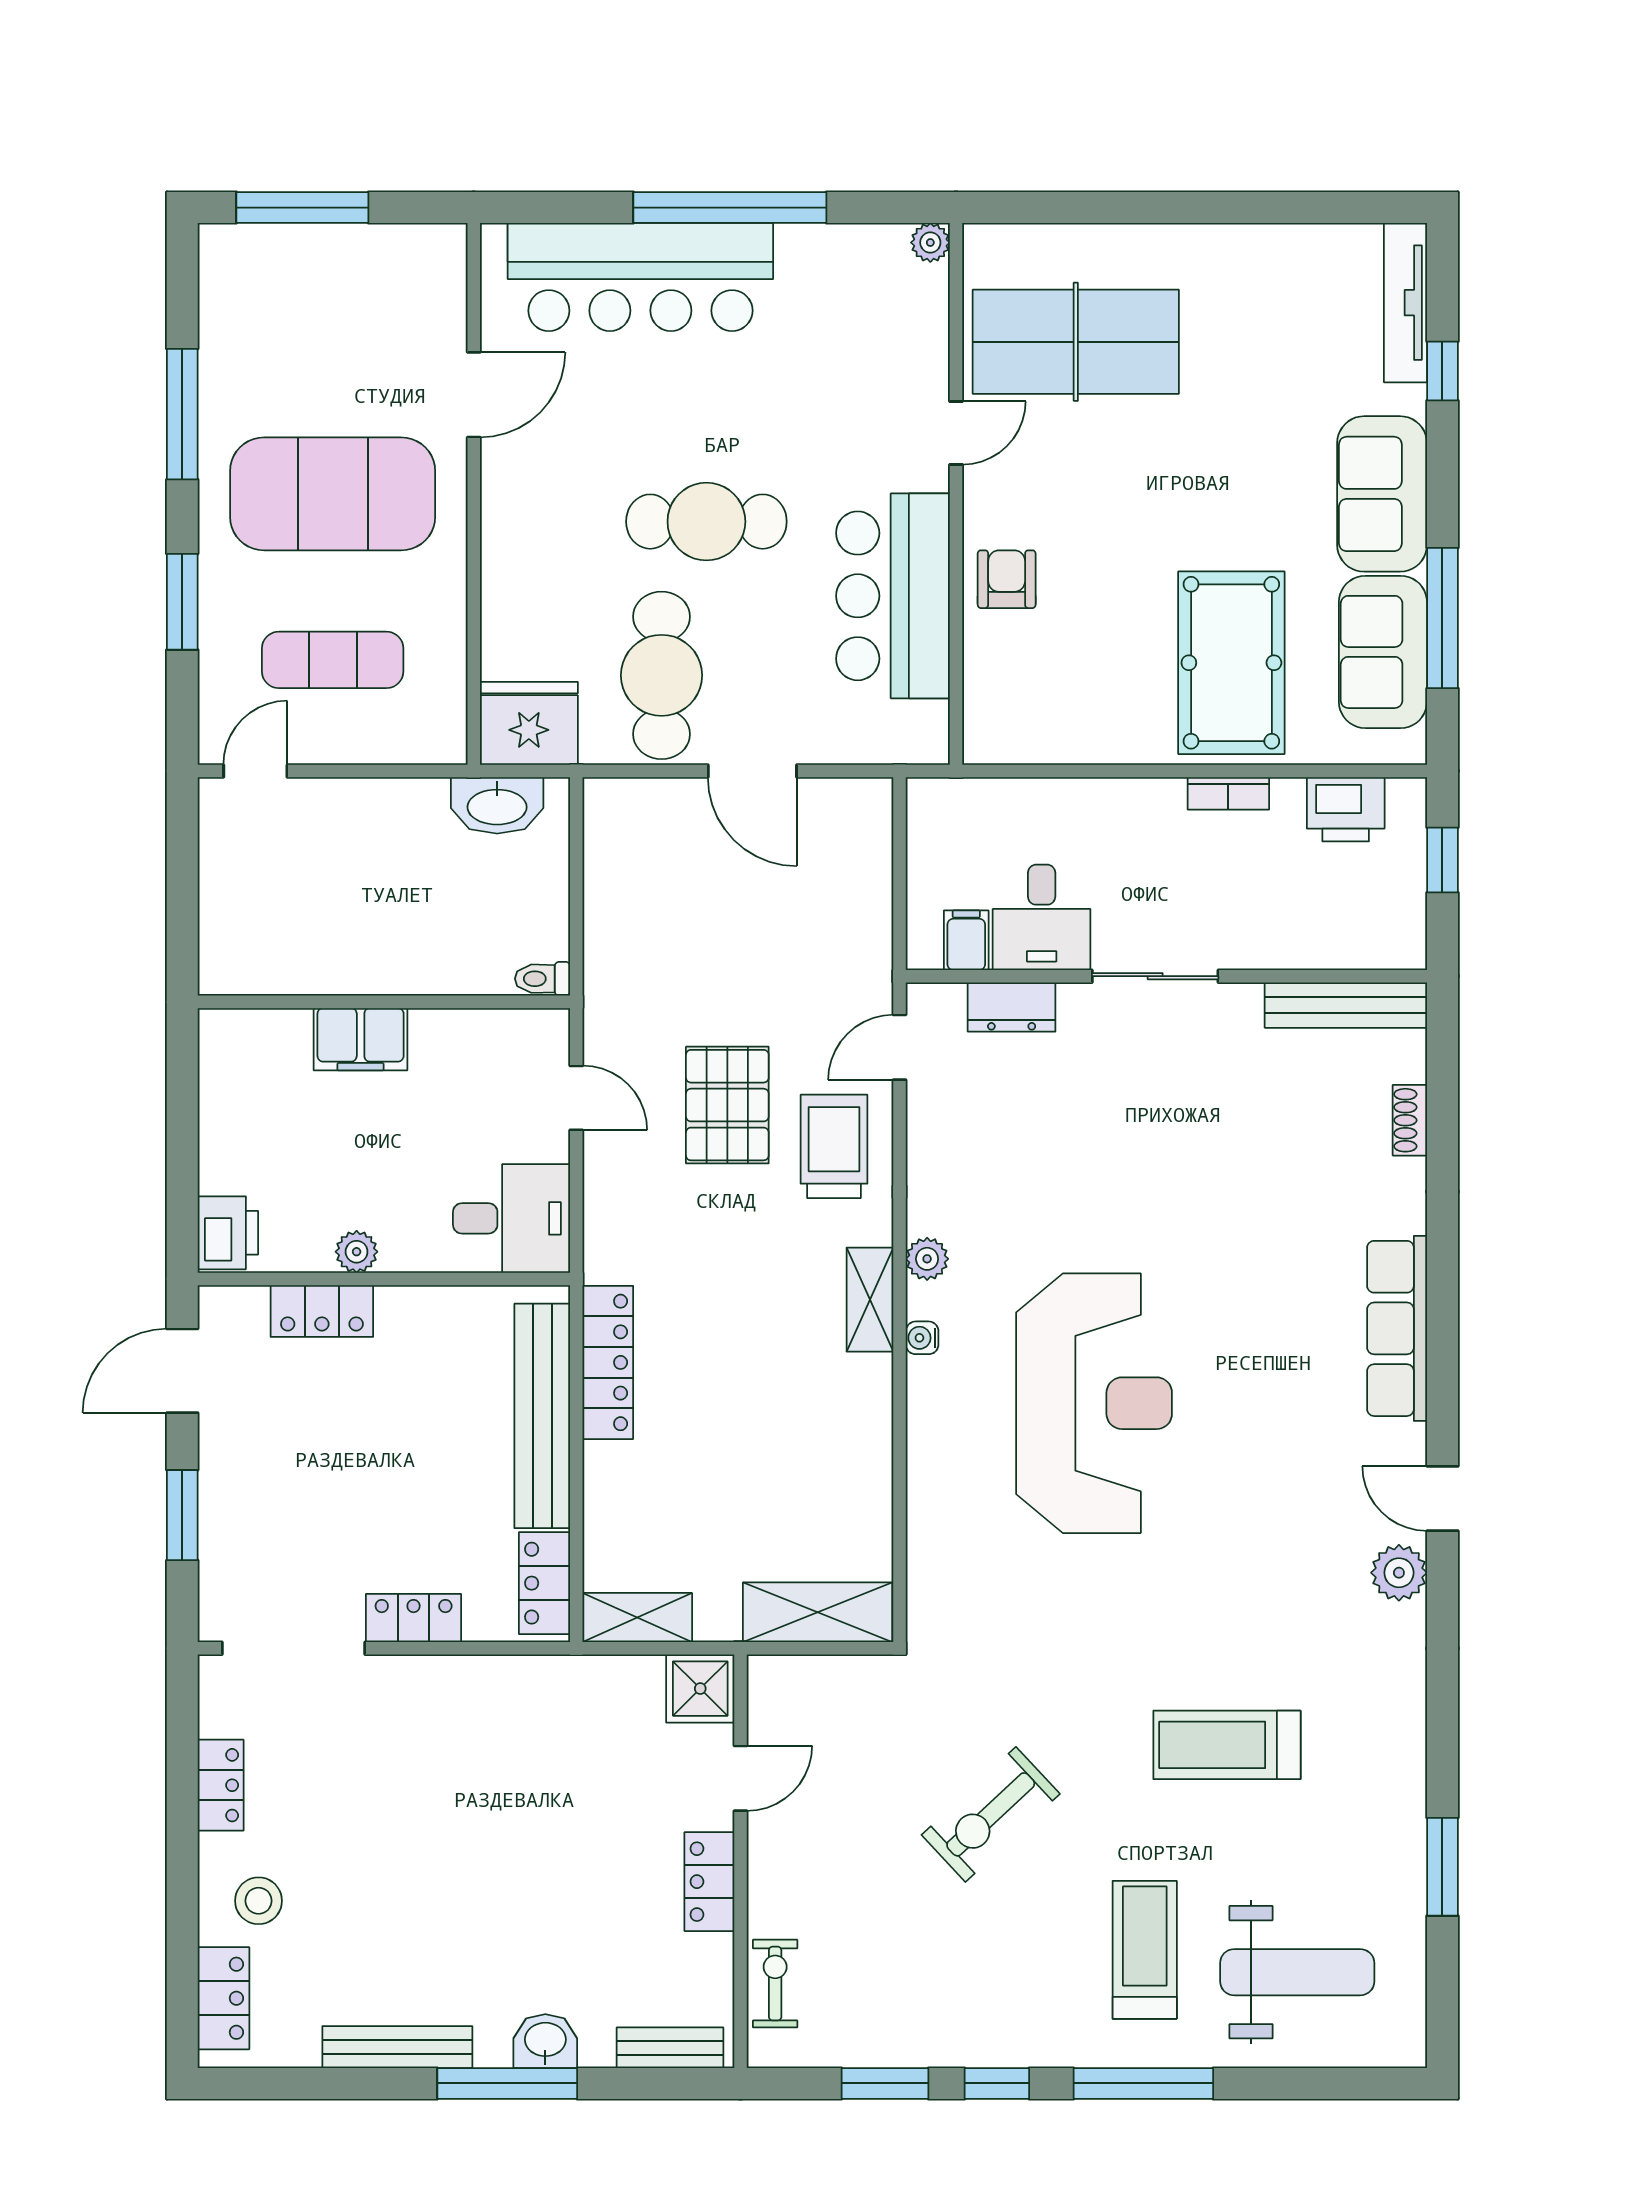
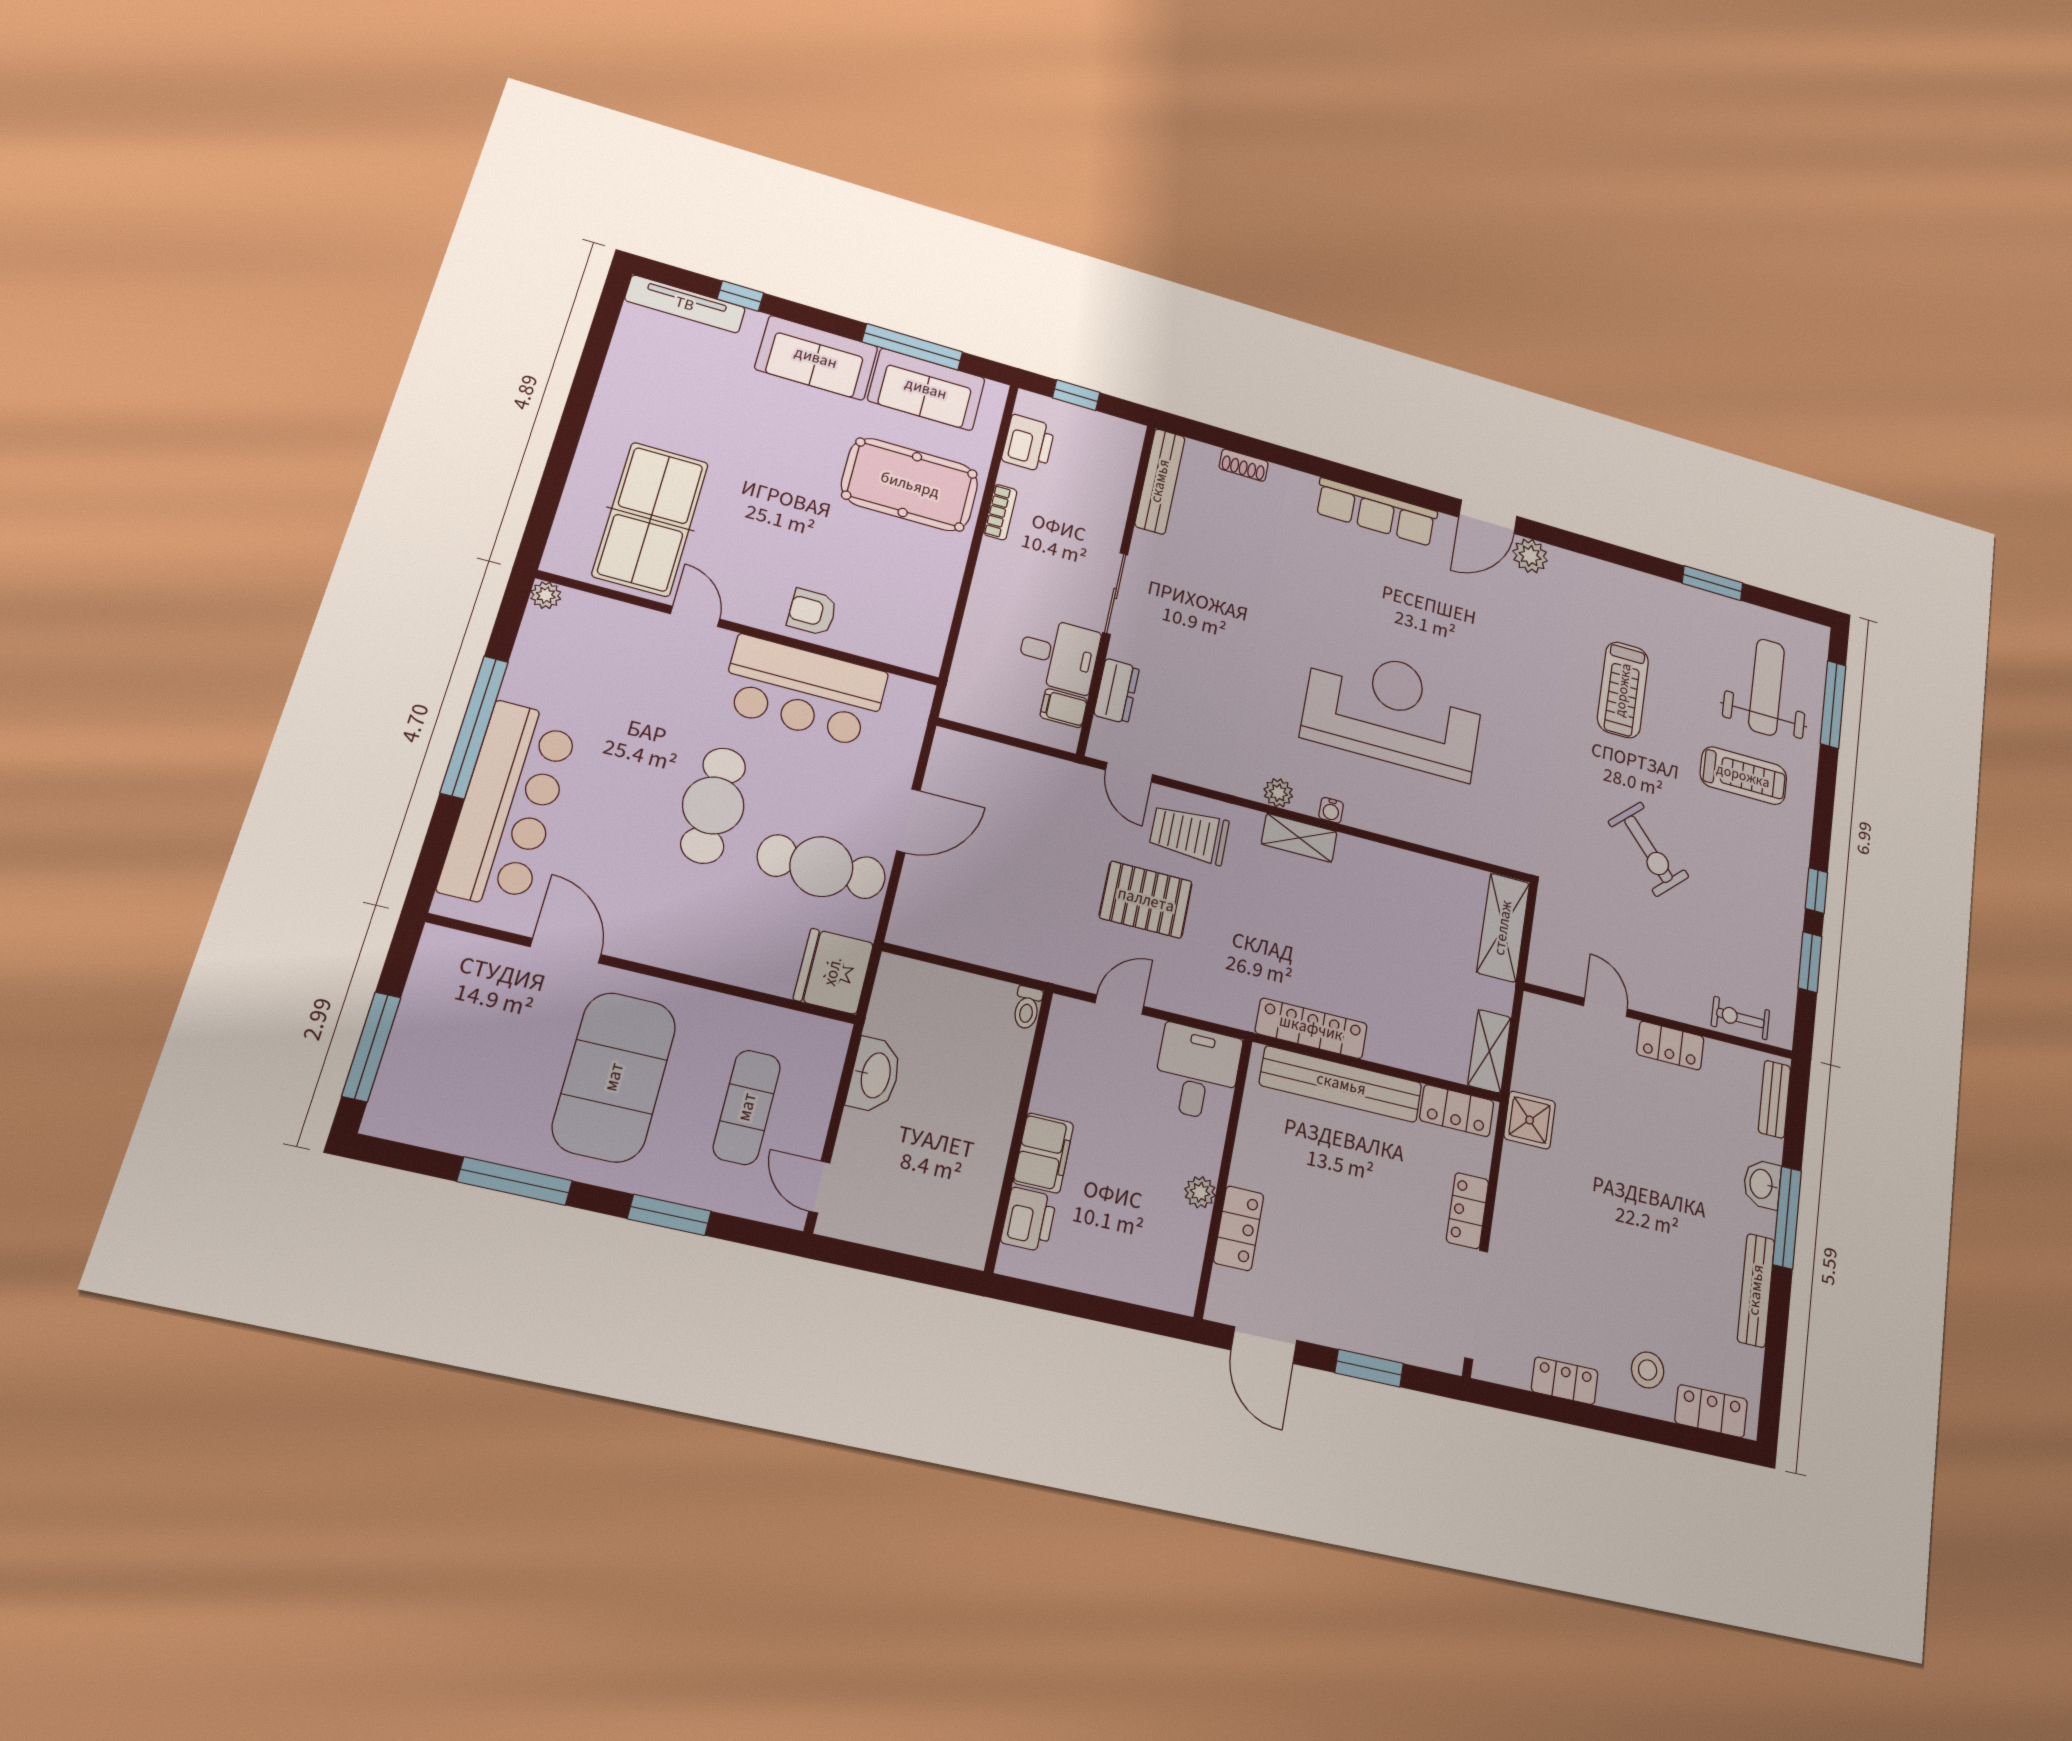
washbasin: (497, 805) -> (874, 1075), moved
printer: (228, 1233) -> (1029, 1220), moved, turned 90
door: (1442, 1499) -> (1488, 517), width x1.38
shower: (700, 1689) -> (1530, 1120), moved
treadmill: (1145, 1950) -> (1743, 776), turned 180
window: (1143, 2083) -> (1833, 704), moved

